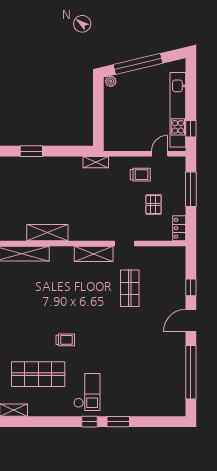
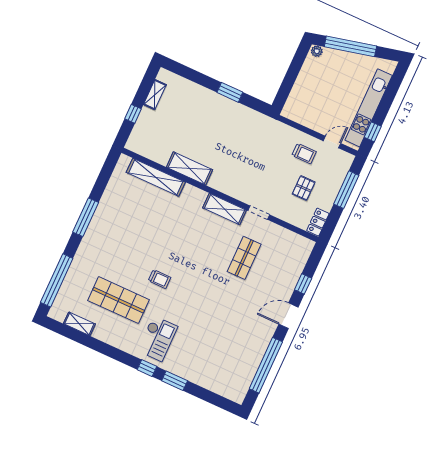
window: (31, 151) -> (230, 92), moved
shelving: (96, 162) -> (267, 122), removed

